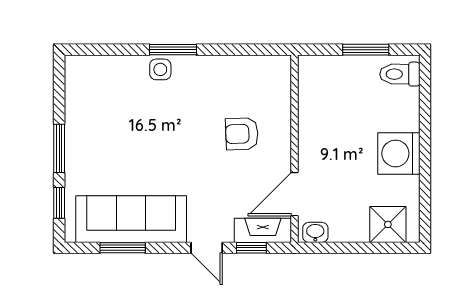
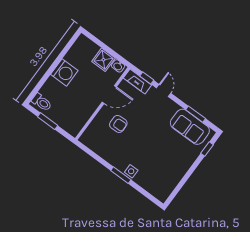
window: (59, 148) -> (192, 170), removed
door: (295, 194) -> (109, 94), moved
sofa: (131, 219) -> (190, 127), width x0.73
shower: (388, 224) -> (103, 60), moved

